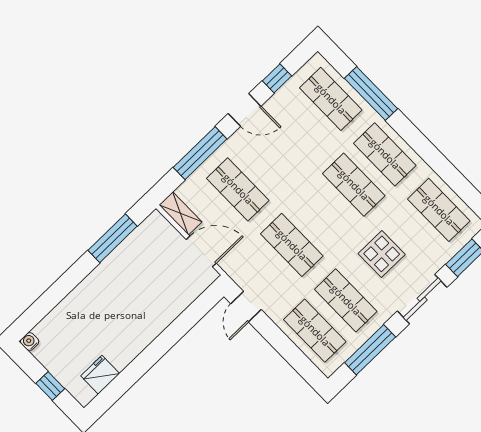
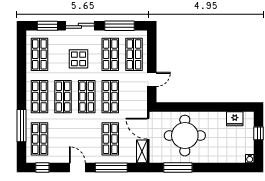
window: (277, 78) -> (42, 167), moved
shop shelf: (323, 215) -> (87, 97), added
round table: (144, 289) -> (185, 136), added
door: (246, 307) -> (152, 79), moved

